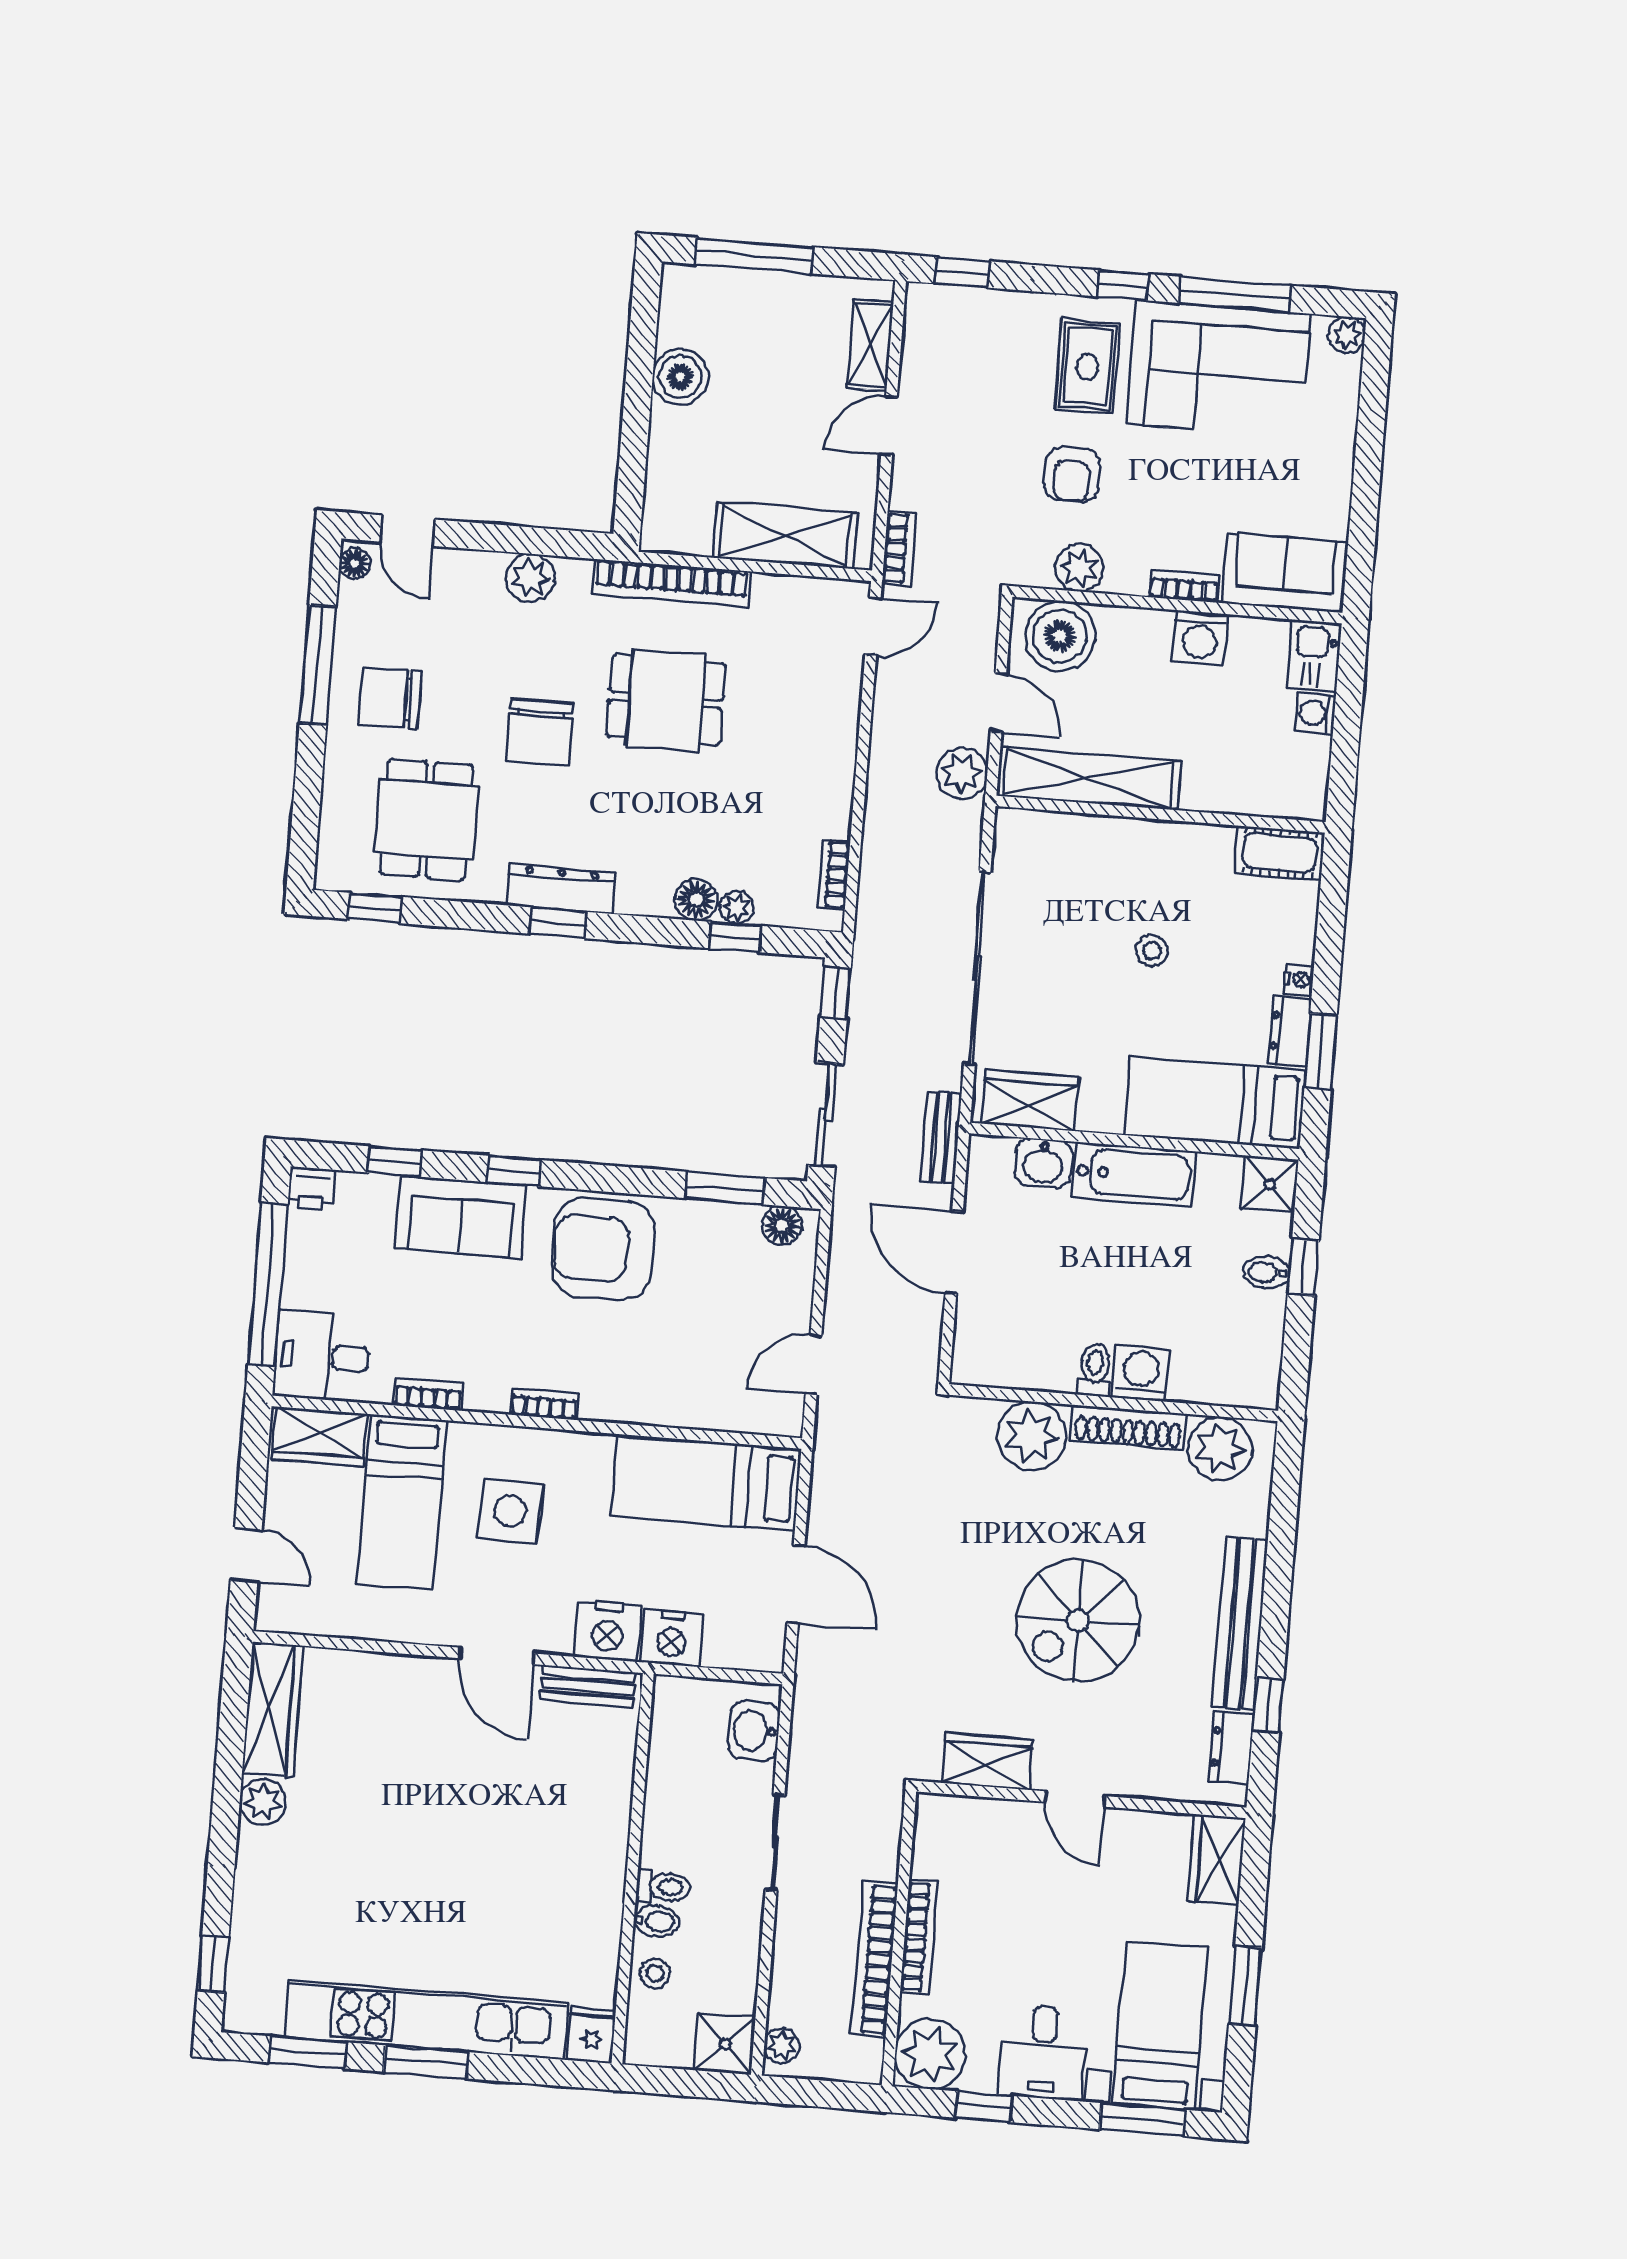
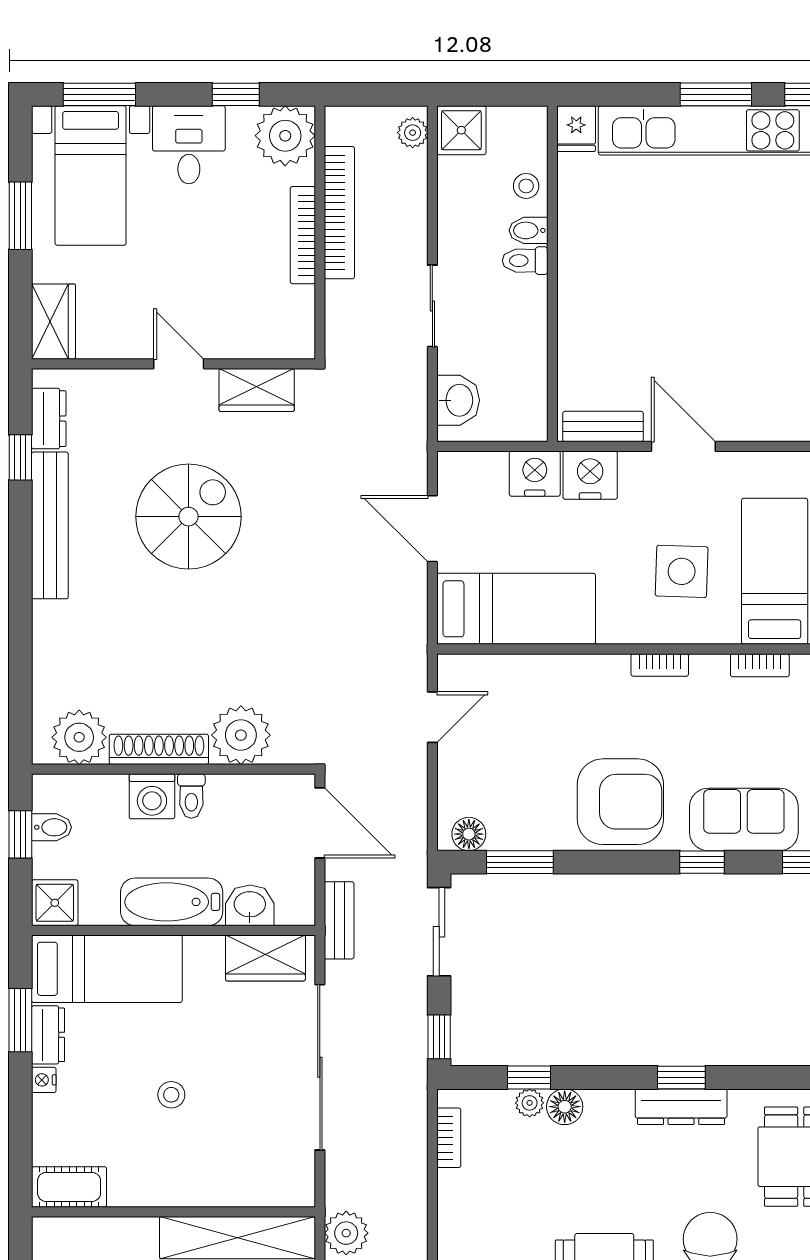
toilet: (1095, 1370) -> (191, 796), moved
washing machine: (1141, 1373) -> (152, 796), moved
wall: (1113, 1403) -> (173, 769), moved
shoe rack: (1128, 1427) -> (159, 749), moved
plant: (1032, 1436) -> (241, 735), moved
plant: (1220, 1449) -> (79, 737), moved

